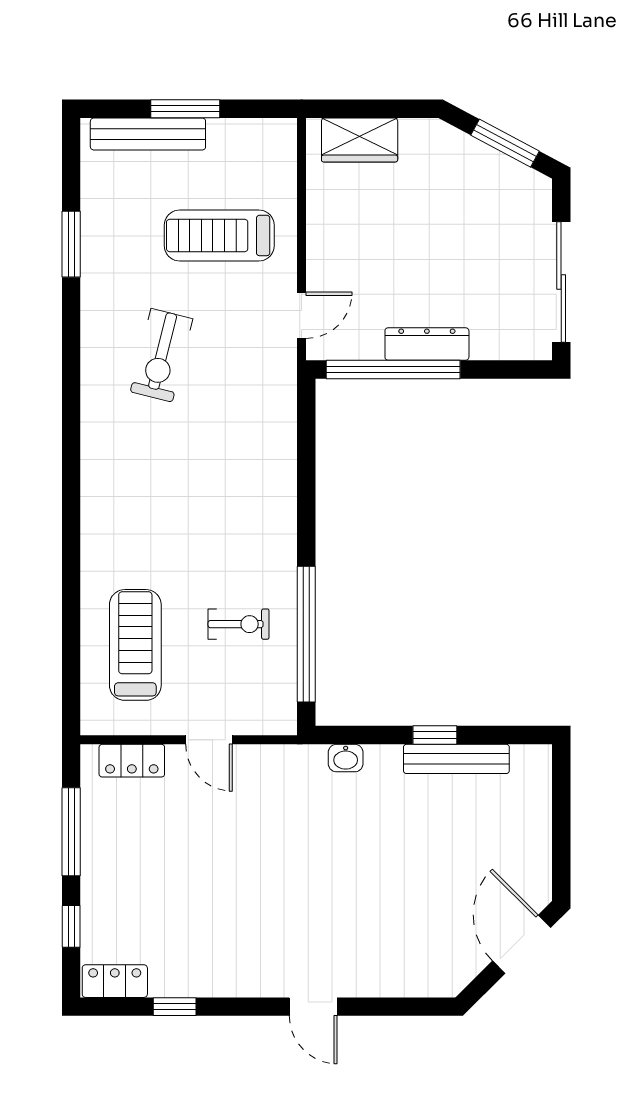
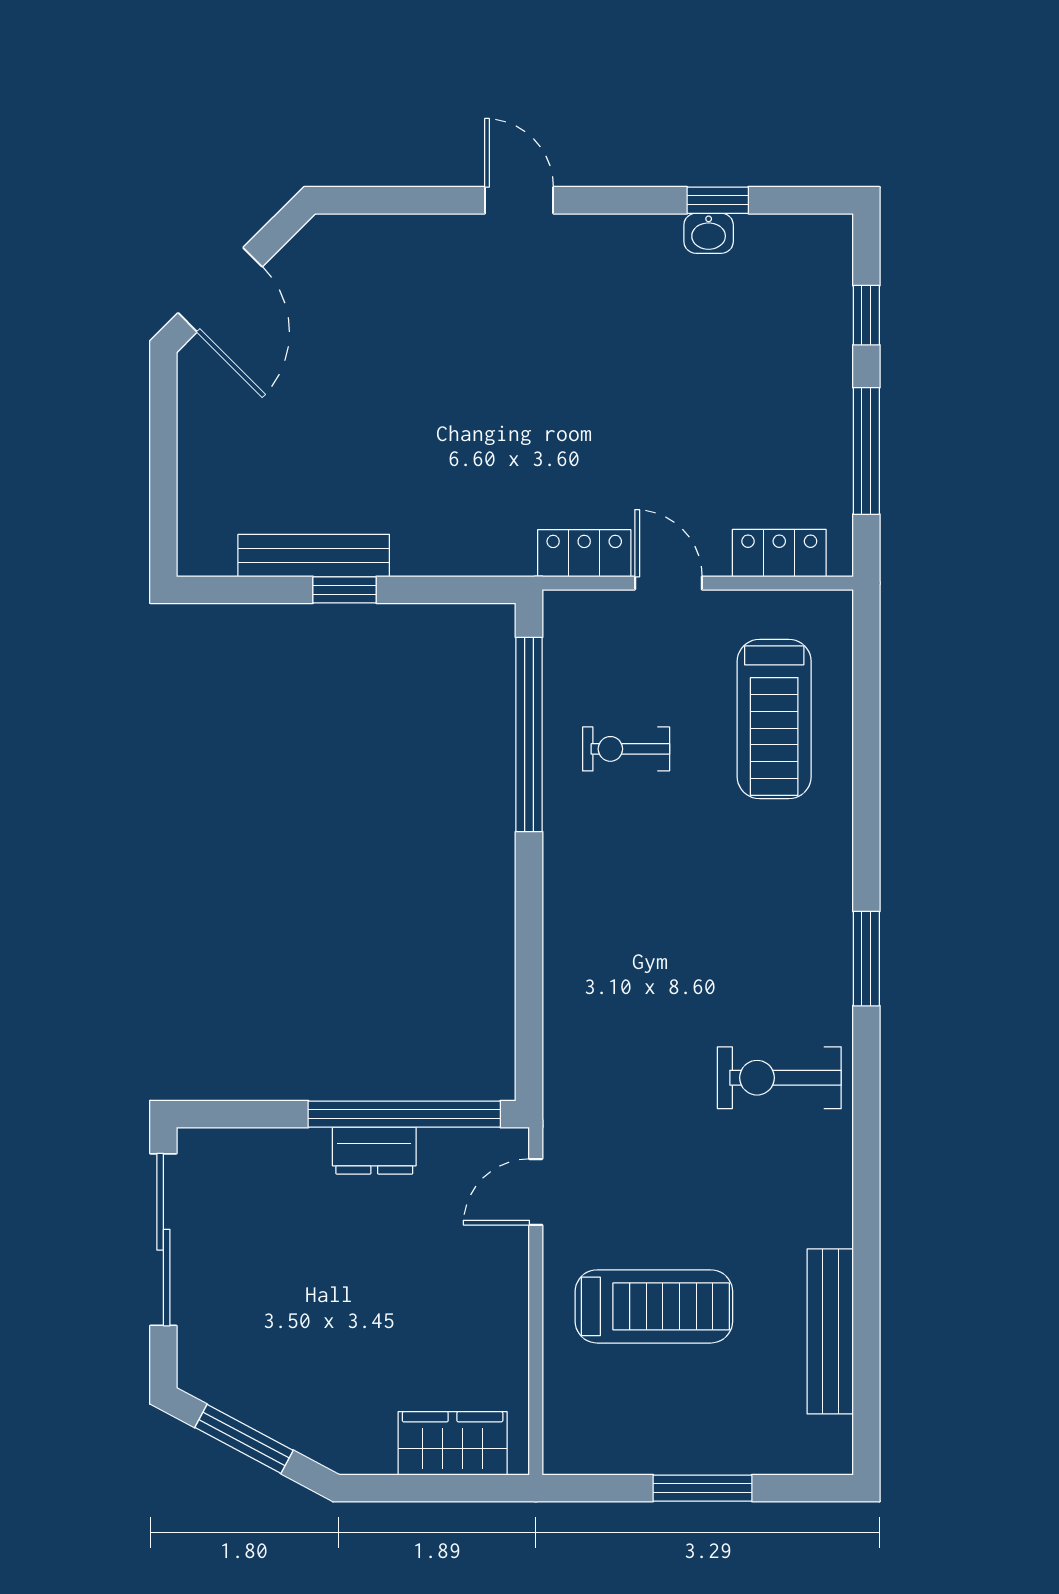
bench: (148, 134) -> (830, 1331), moved, turned 90
window: (71, 244) -> (866, 959), moved
dresser: (427, 344) -> (374, 1151), width x0.70
exercise bike: (162, 355) -> (779, 1078), moved, turned -104
washbasin: (346, 758) -> (709, 233), moved, turned 180
locker: (115, 981) -> (584, 553), moved, turned 180

